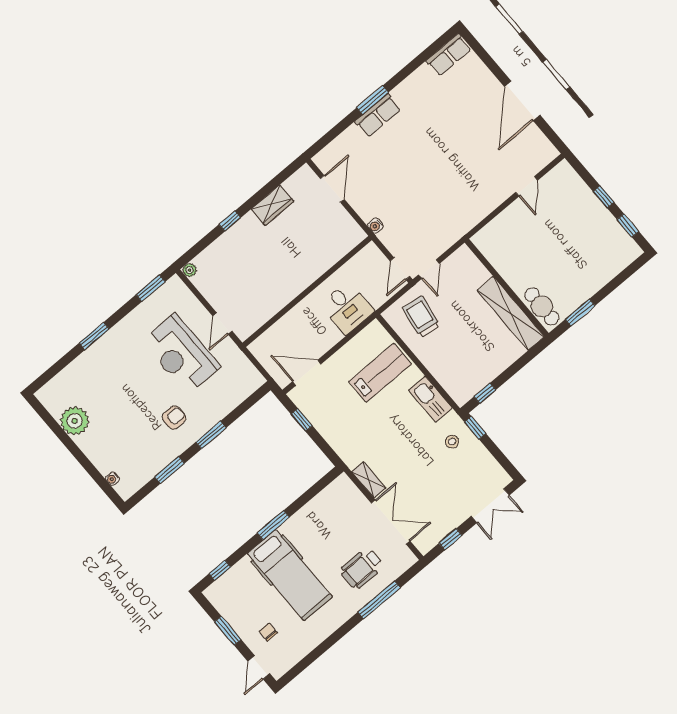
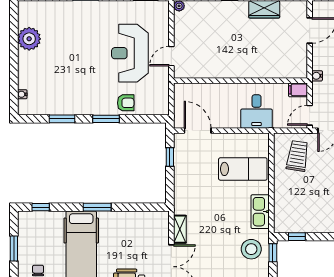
filing cabinet: (369, 254) -> (298, 90), added
armchair: (174, 418) -> (126, 103), moved
stool: (452, 442) -> (251, 249), width x1.89, depth x1.89

